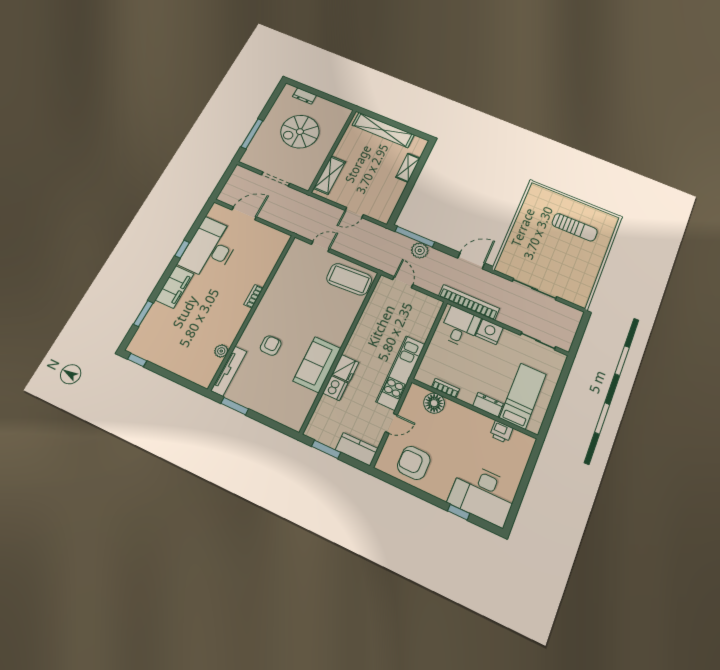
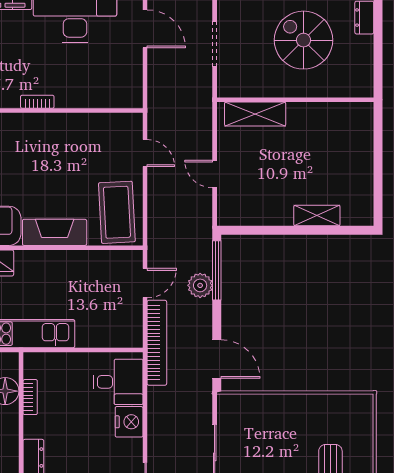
shelving: (383, 130) -> (361, 154), removed
bookcase: (469, 302) -> (157, 343), moved
fireplace: (343, 323) -> (55, 232), added

